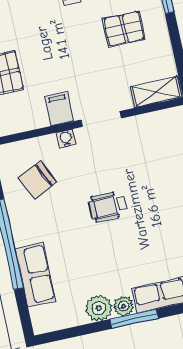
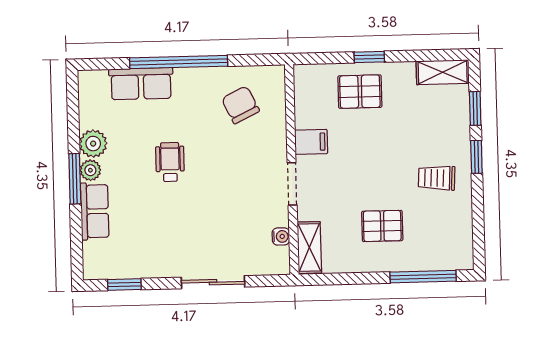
pallet: (124, 29) -> (382, 226), turned 90
water cooler: (66, 139) -> (281, 236), moved
wheelchair: (108, 206) -> (170, 162), moved

